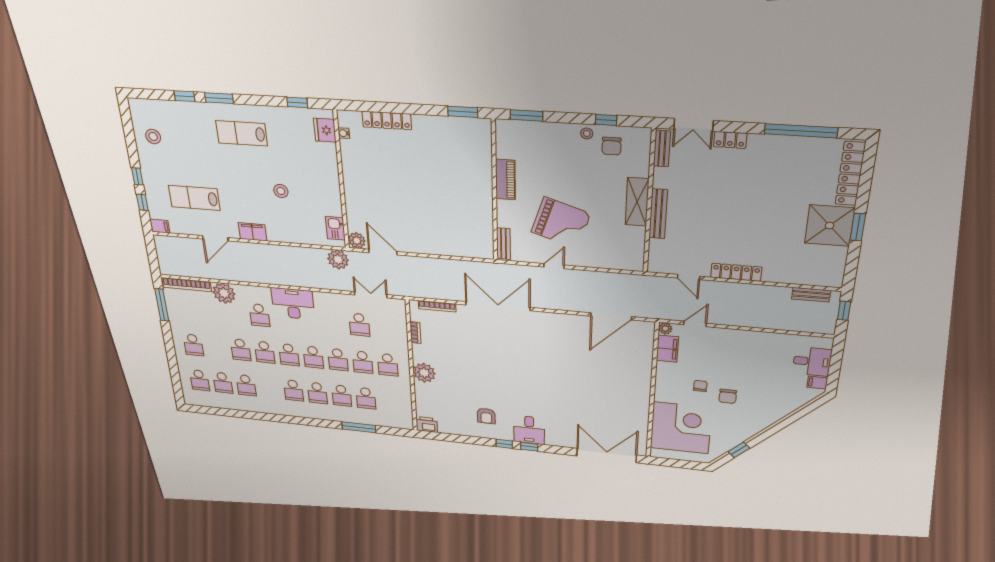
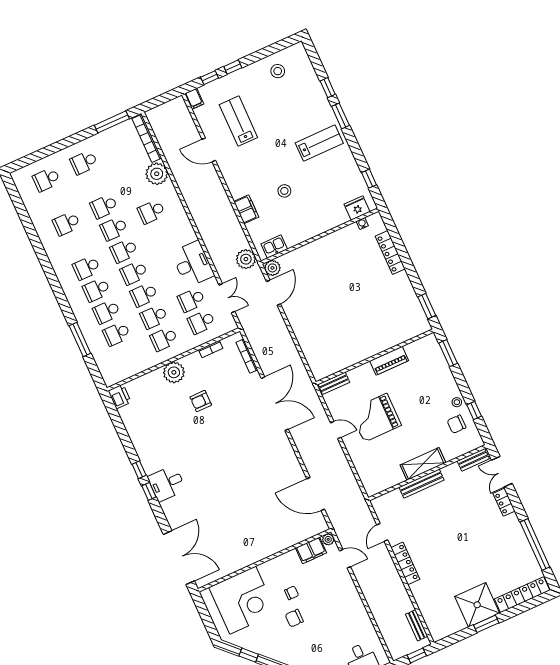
lab bench: (242, 133) -> (319, 143), turned 90
grand piano: (561, 223) -> (376, 418), turned 72
filing cabinet: (253, 232) -> (246, 209), moved
desk: (293, 304) -> (193, 264), moved
school desk: (223, 383) -> (201, 322), moved
armchair: (486, 416) -> (201, 401), moved

